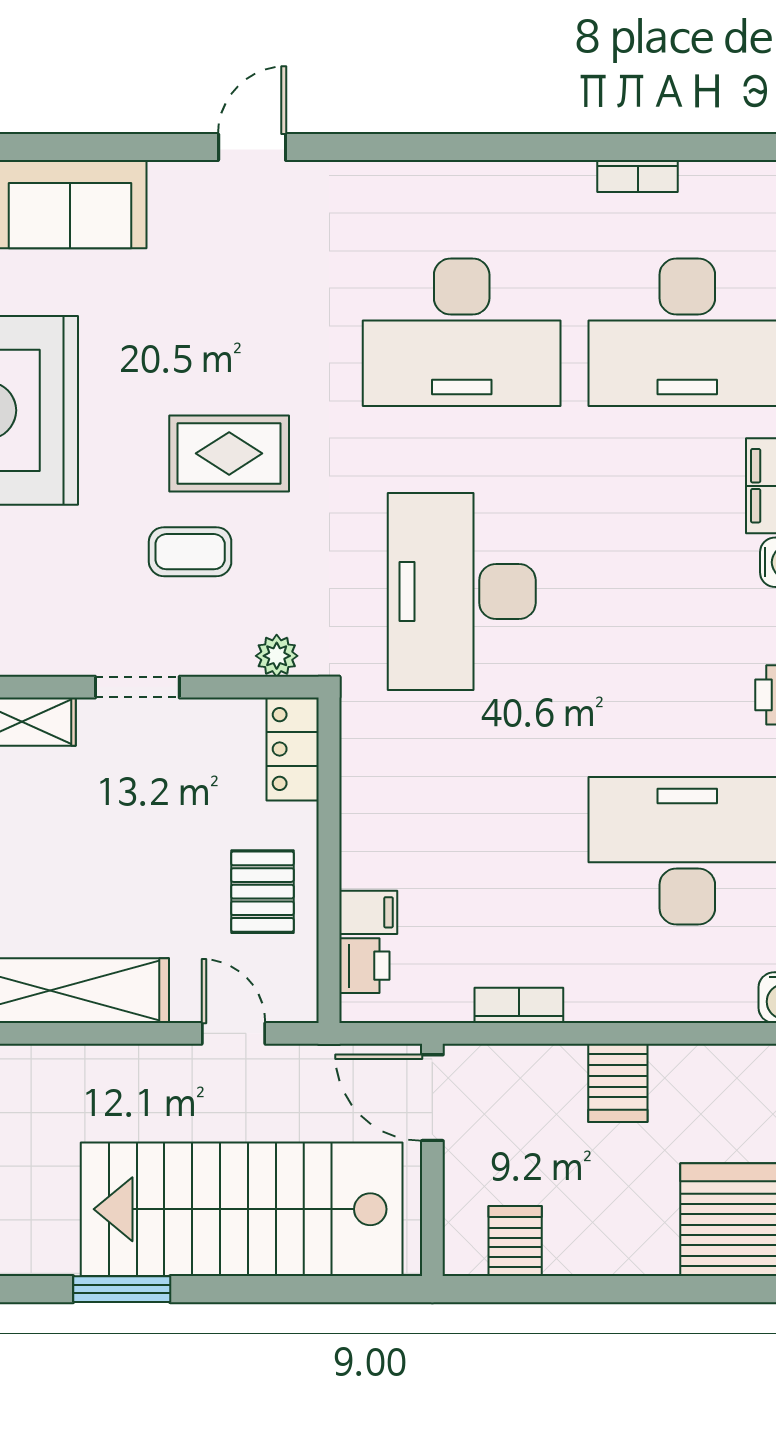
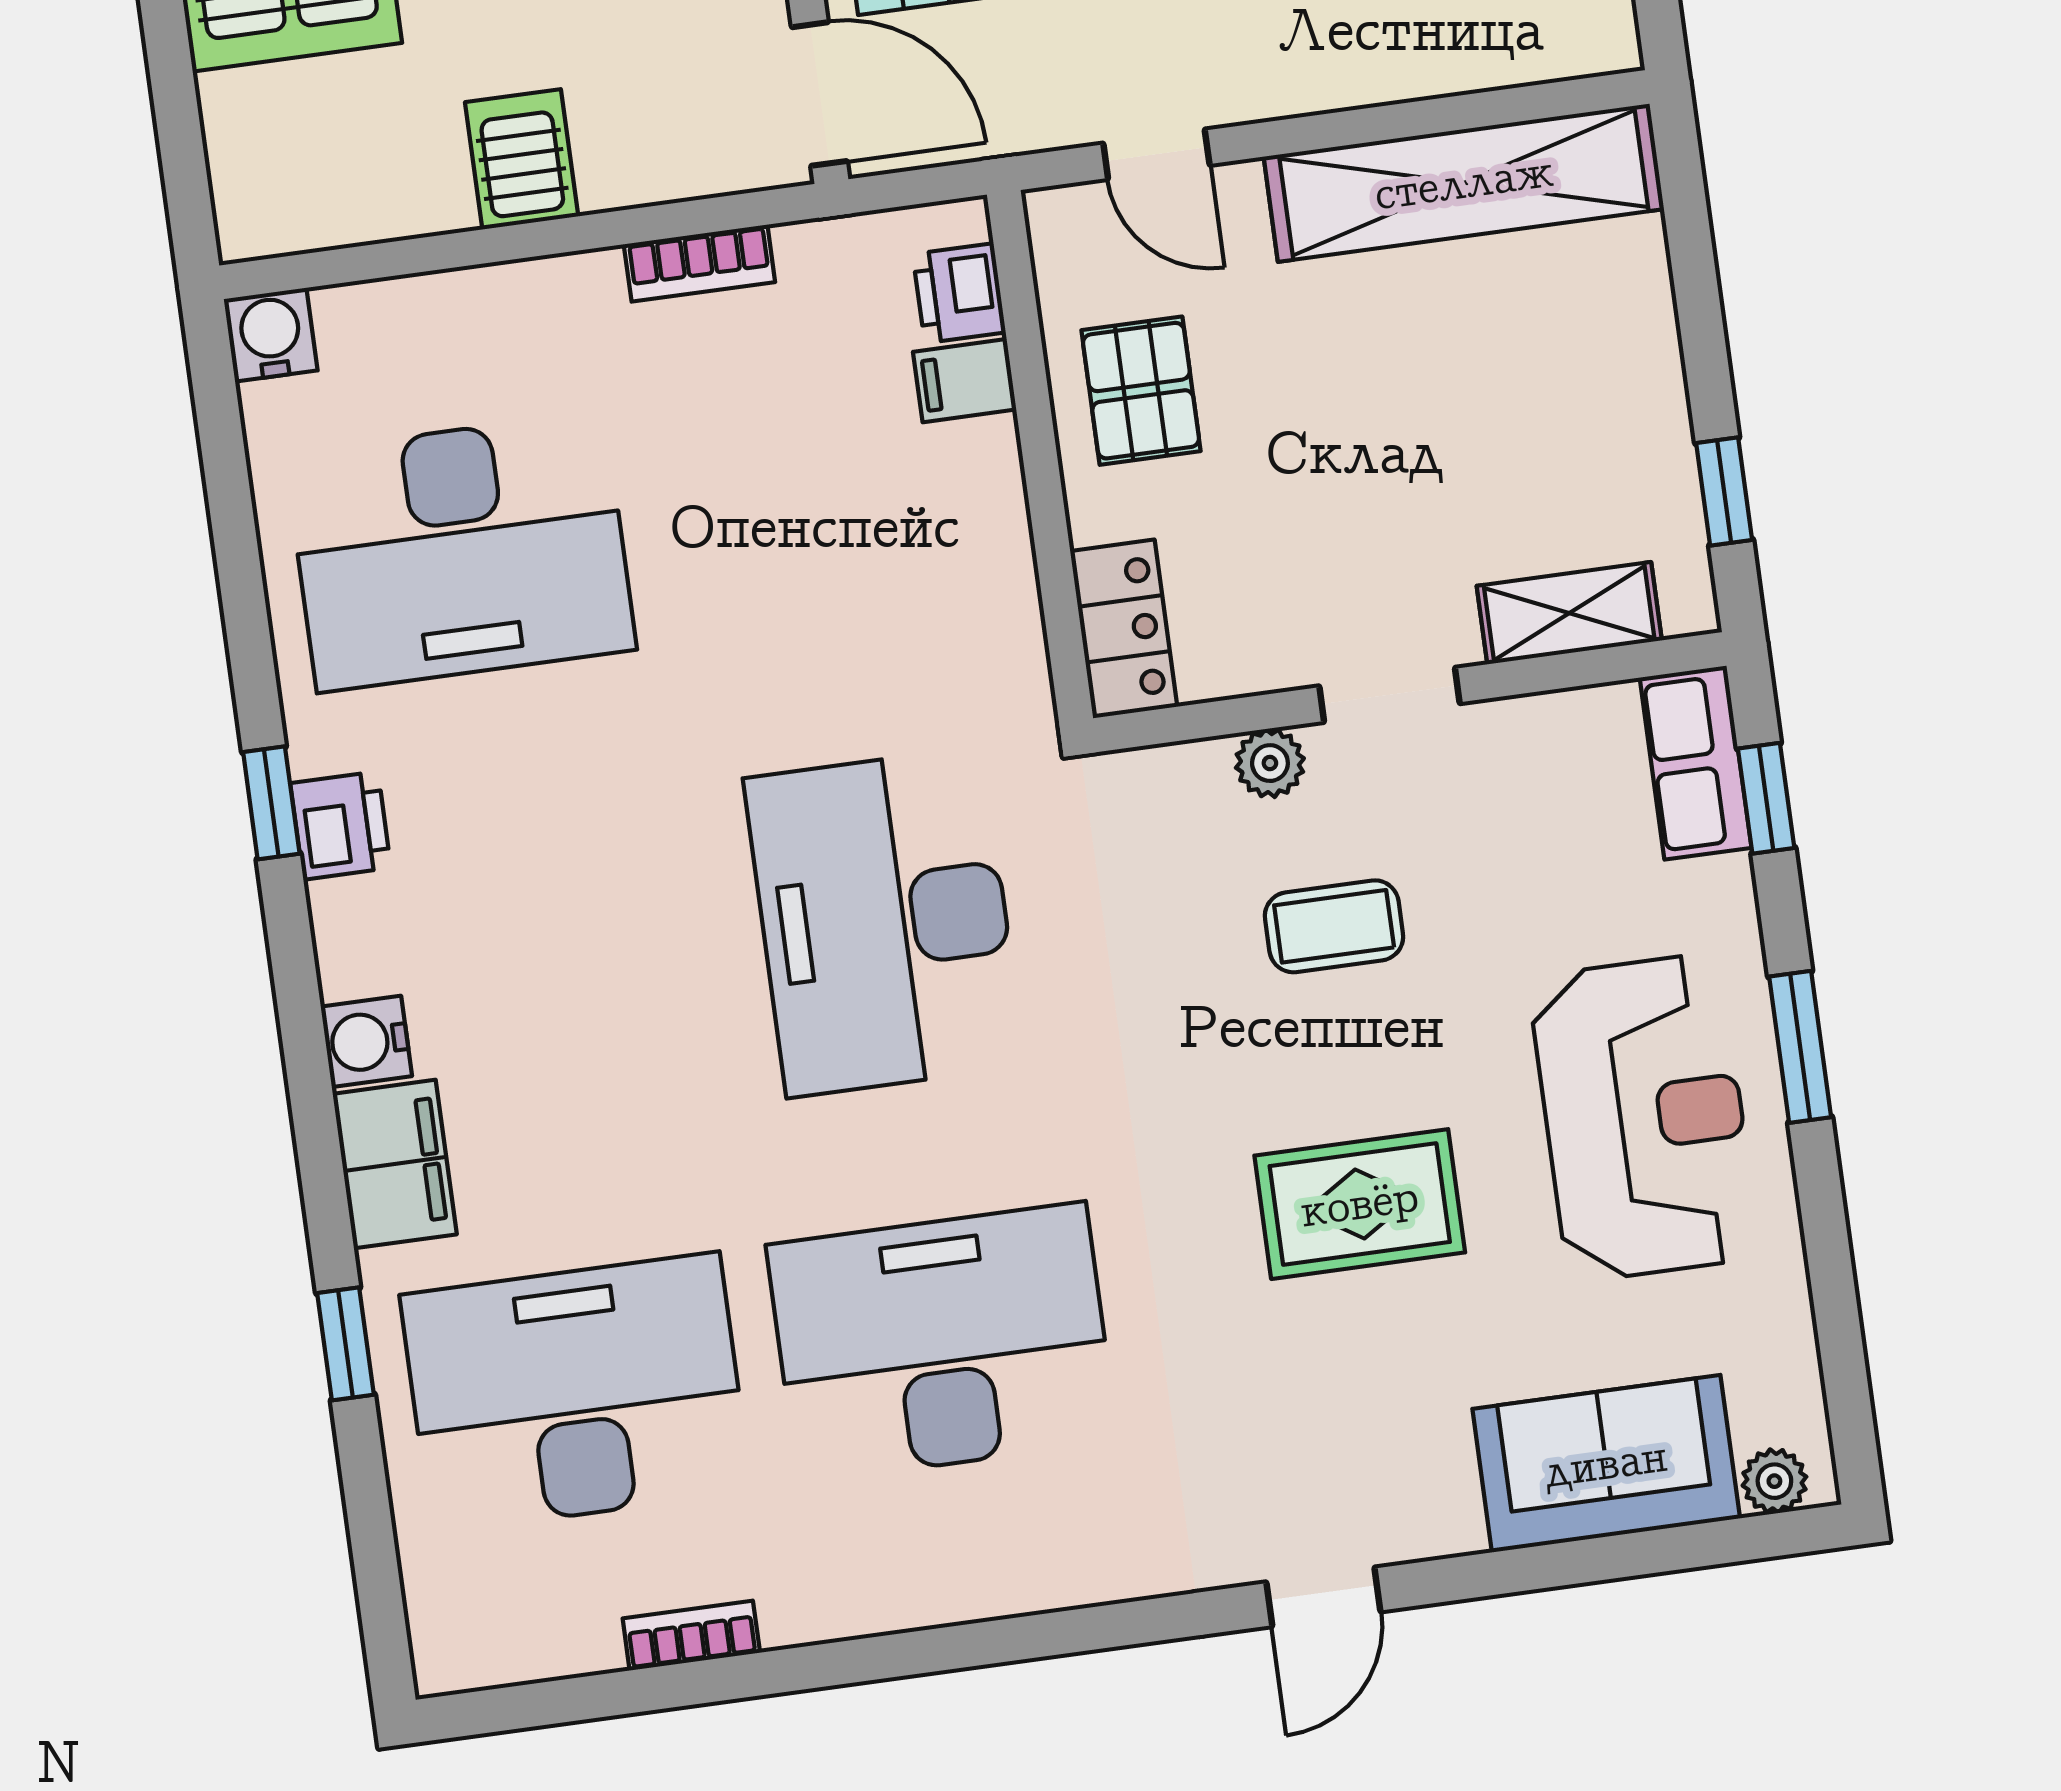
rug: (229, 453) -> (1360, 1204), moved
desk: (462, 591) -> (884, 922), turned 180
plant: (277, 656) -> (1270, 763), moved

